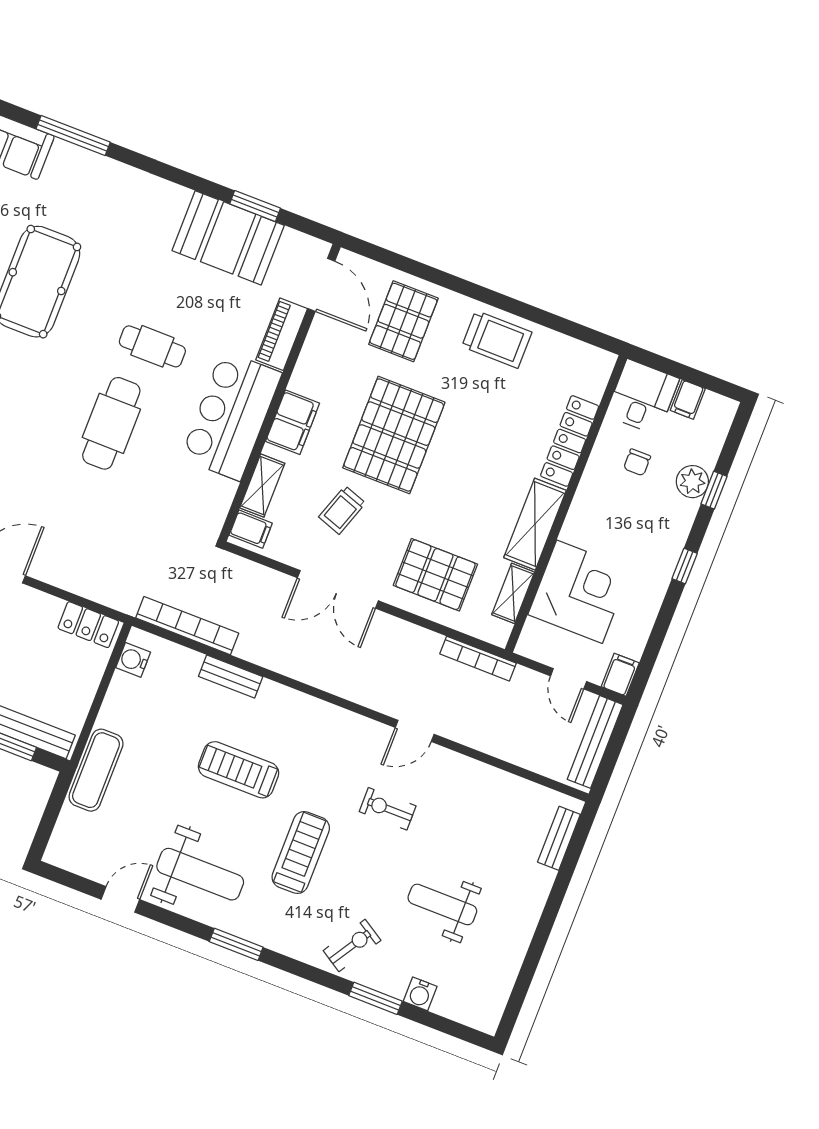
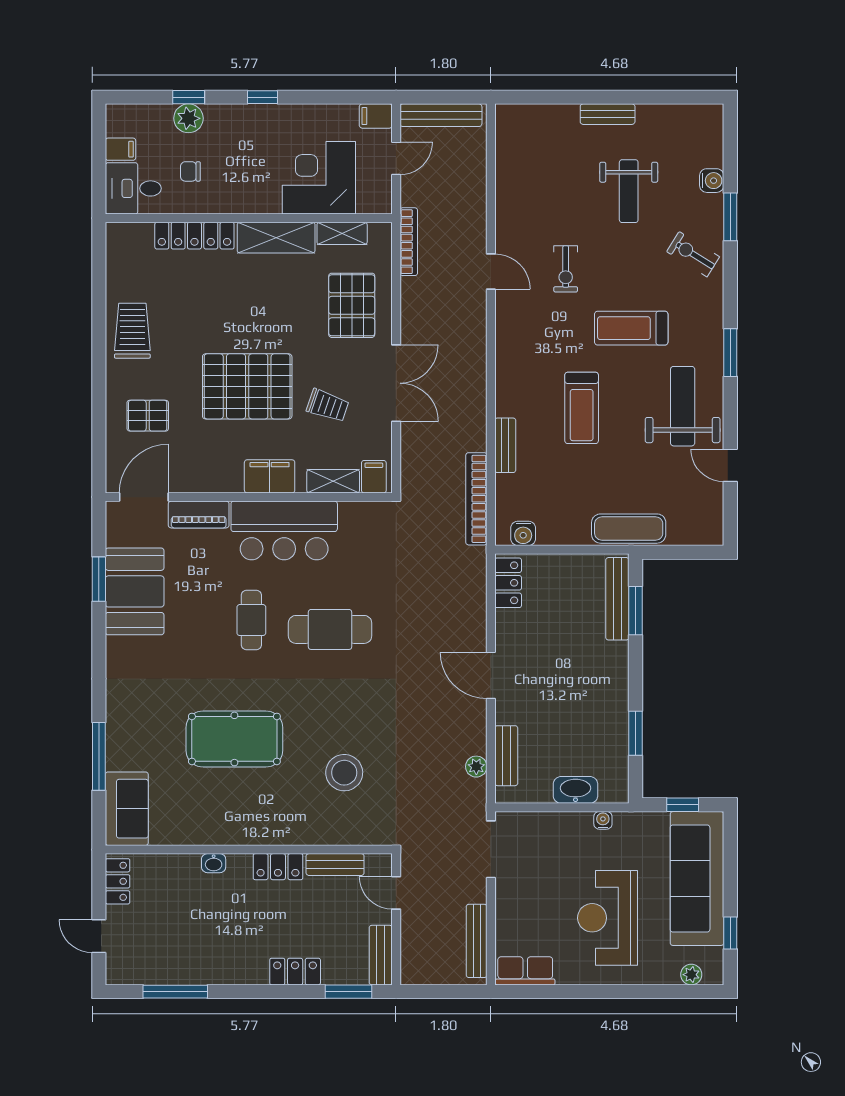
pallet: (403, 321) -> (148, 416), width x0.67, depth x0.71
chair: (637, 462) -> (190, 171), turned 180
bench: (559, 838) -> (608, 114), moved

